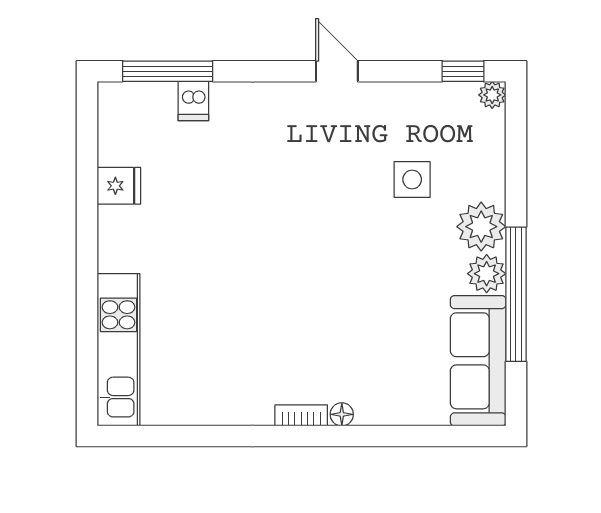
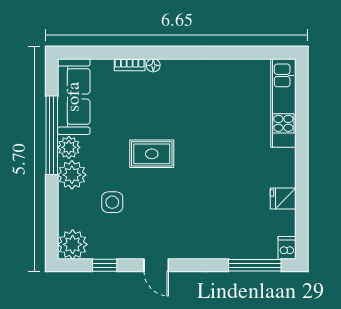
window: (463, 71) -> (105, 265), moved
plant: (492, 95) -> (73, 244), width x1.87, depth x1.87
dishwasher: (193, 101) -> (287, 248), moved
rug: (344, 262) -> (152, 154), added
bookcase: (301, 415) -> (130, 65), moved

